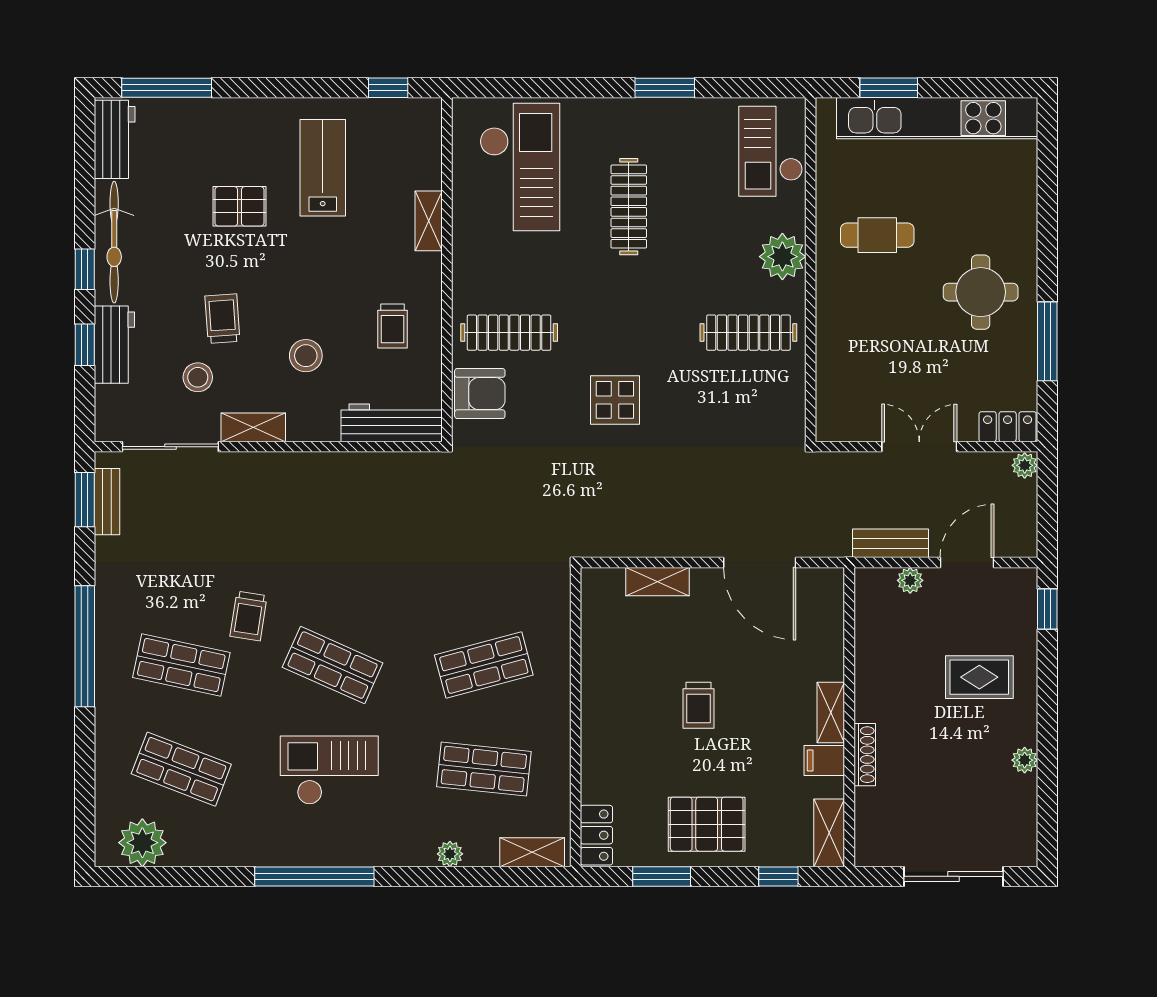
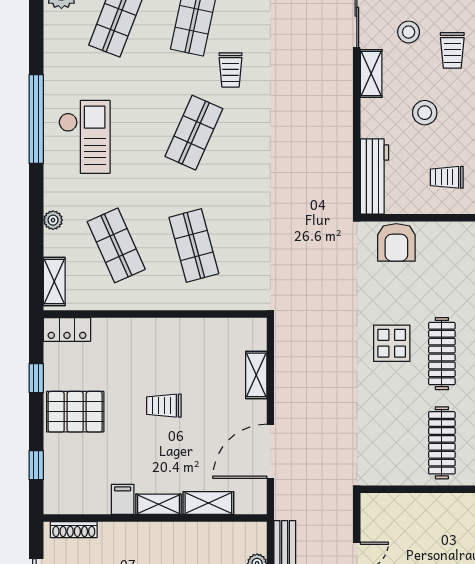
trolley: (222, 319) -> (452, 50), turned 94
clothes rail: (509, 333) -> (442, 354), moved
trolley: (249, 616) -> (231, 70), turned -99
shoe rack: (865, 755) -> (74, 530), moved
shop shelf: (484, 769) -> (116, 245), turned -30
checkout: (329, 770) -> (84, 137), moved
pallet: (707, 824) -> (75, 412), turned 90
shelving: (829, 833) -> (208, 503), moved
window: (662, 876) -> (36, 378), width x0.67

